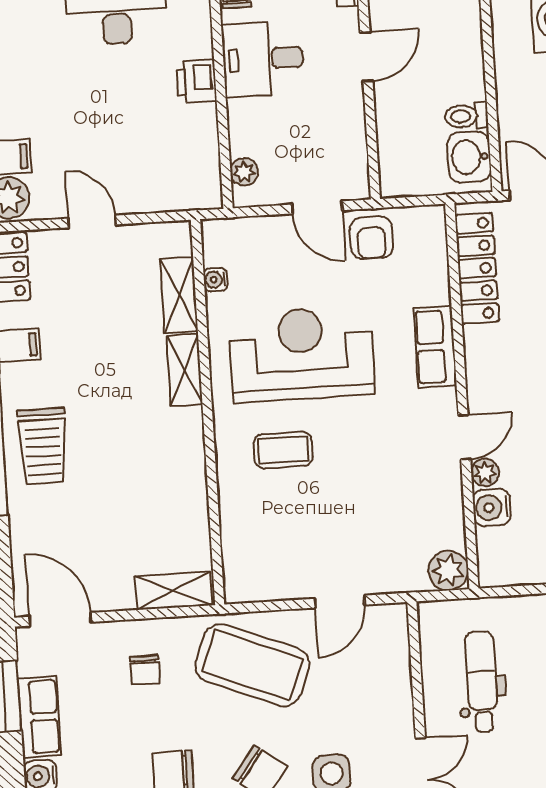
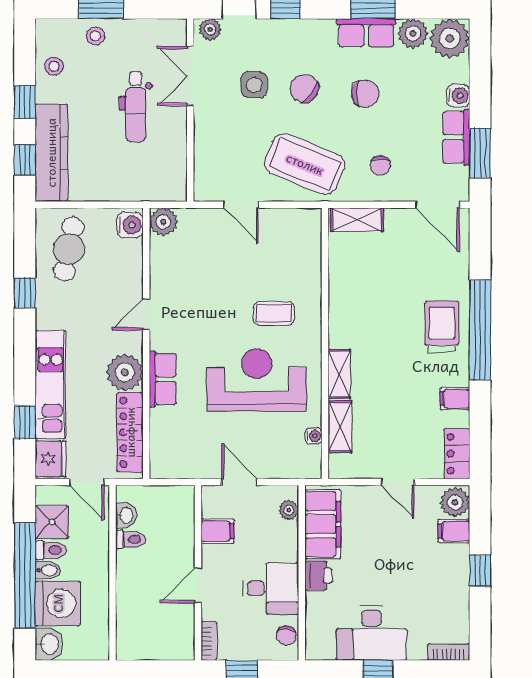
filing cabinet: (343, 136) -> (218, 531), added
filing cabinet: (195, 155) -> (323, 524), added
washbasin: (469, 157) -> (126, 515), width x0.72, depth x0.69
armchair: (371, 238) -> (203, 458), removed
reception desk: (301, 354) -> (257, 380), turned 180
plant: (485, 473) -> (125, 372), moved, width x1.88, depth x1.88
water cooler: (492, 507) -> (130, 225), moved
door: (340, 602) -> (241, 205), swing flipped
chair: (145, 670) -> (380, 165), turned 180
dental chair: (482, 682) -> (136, 107), moved

